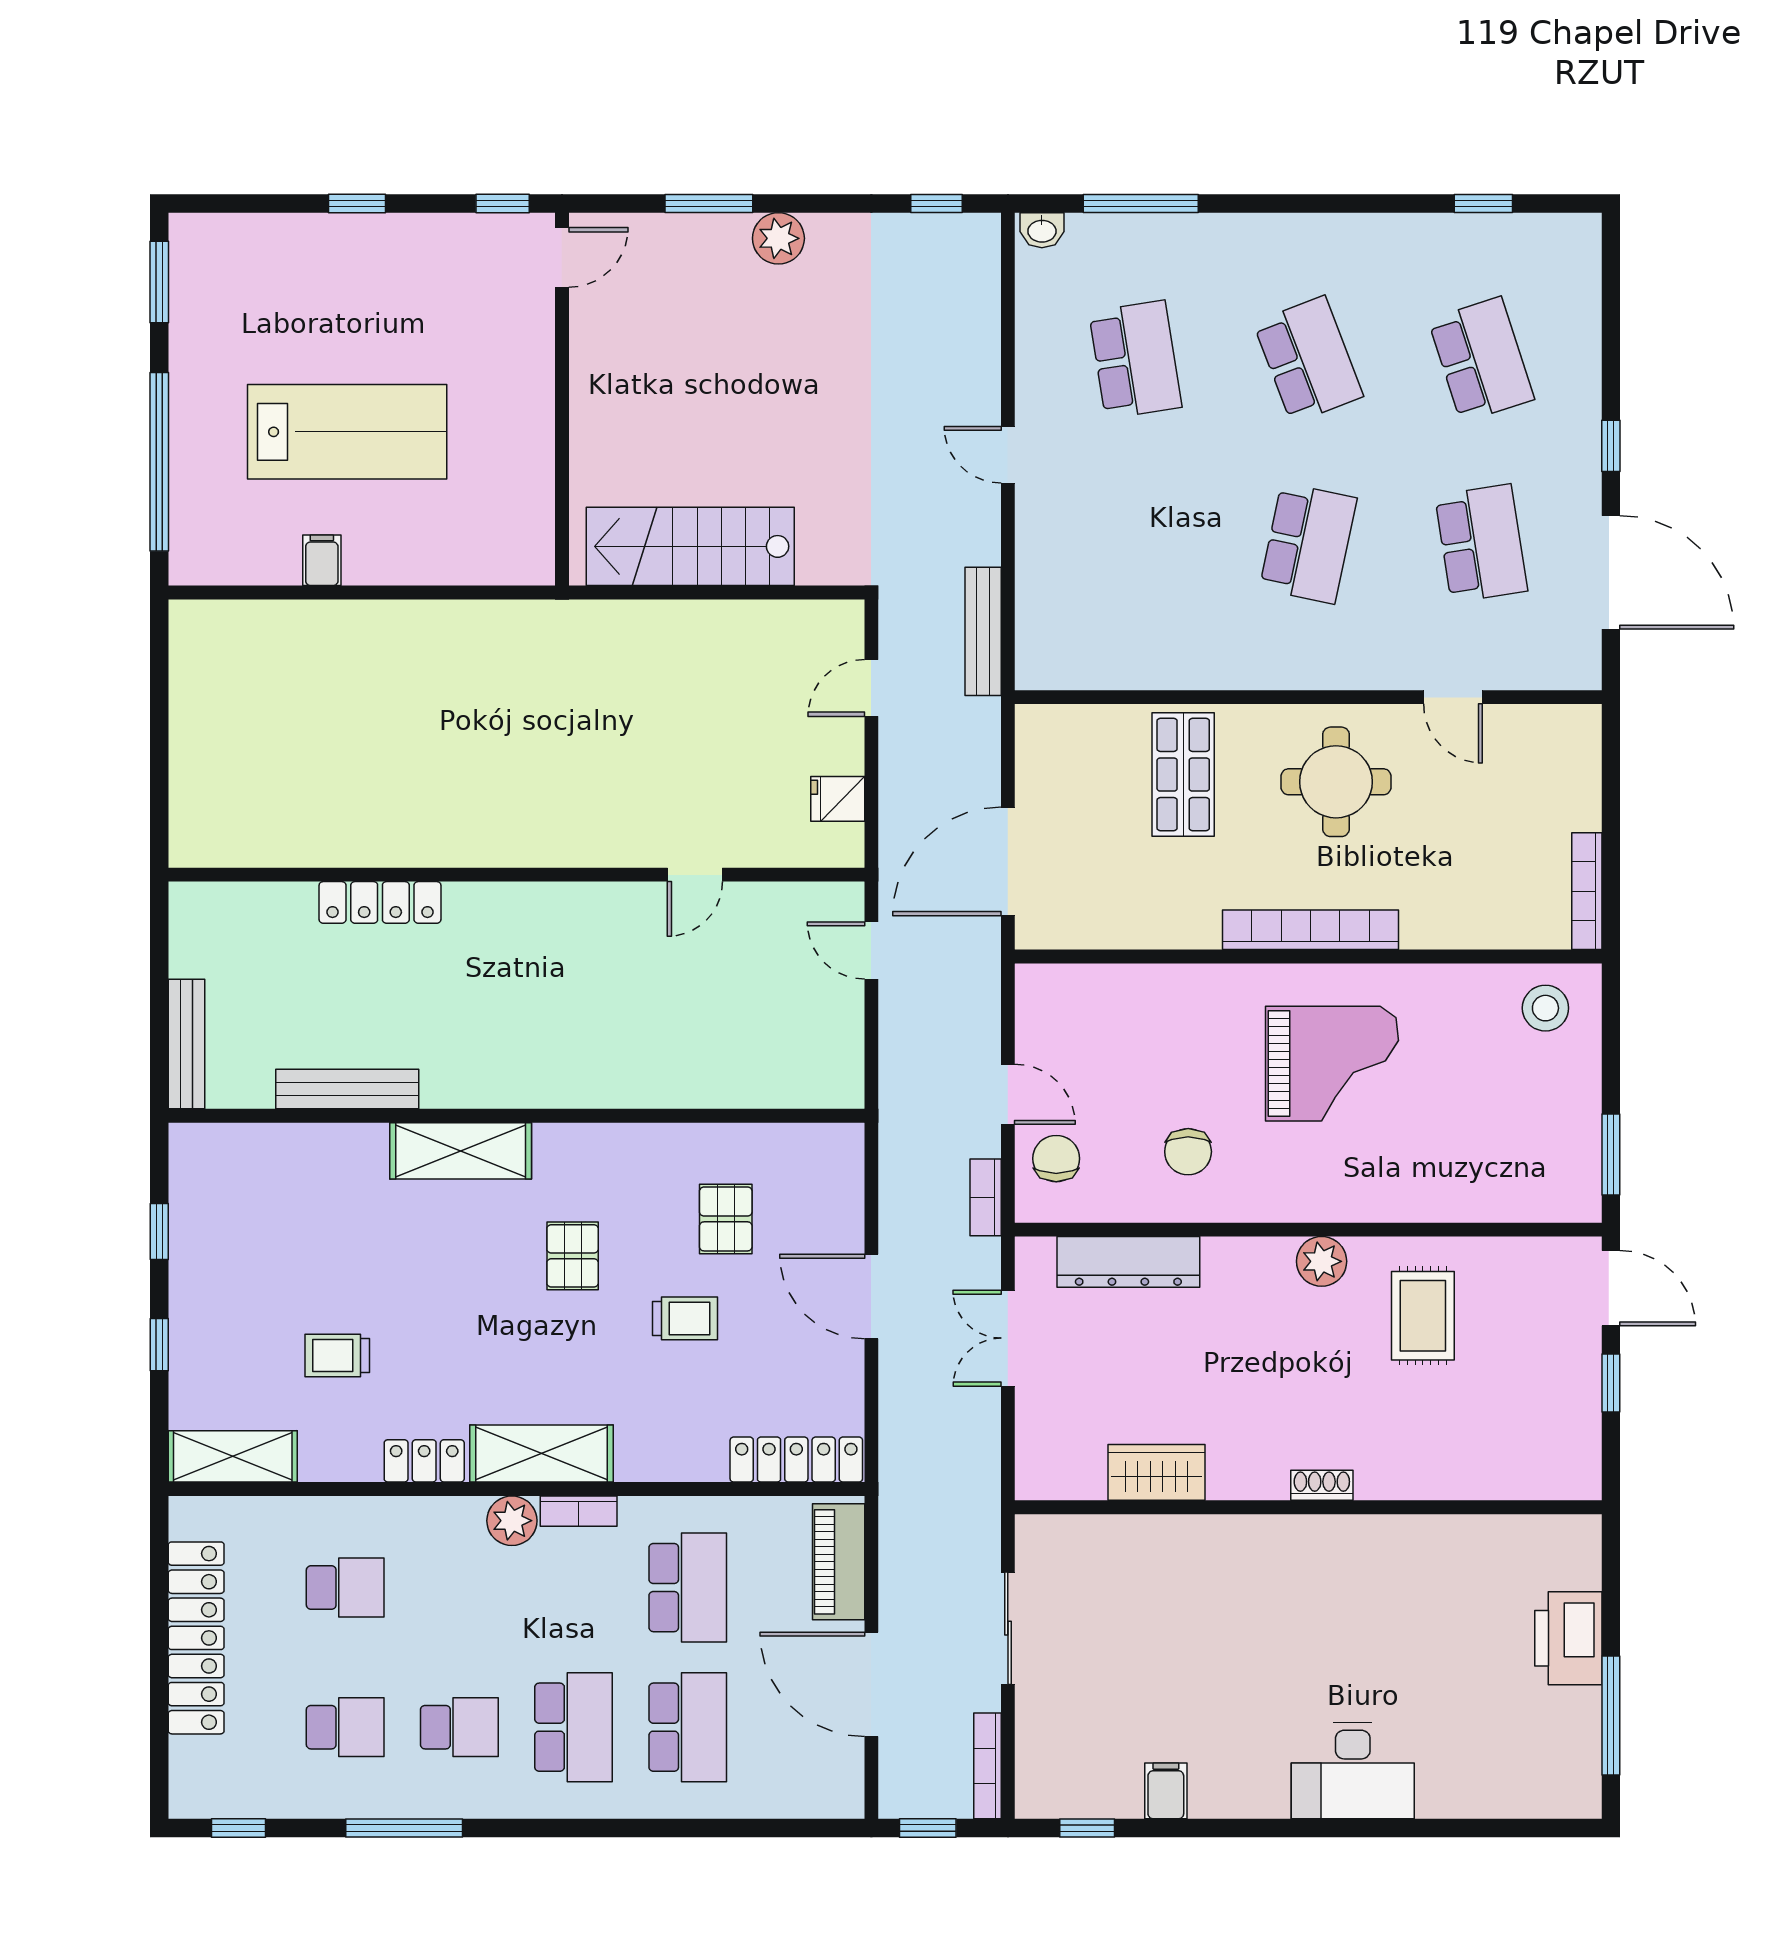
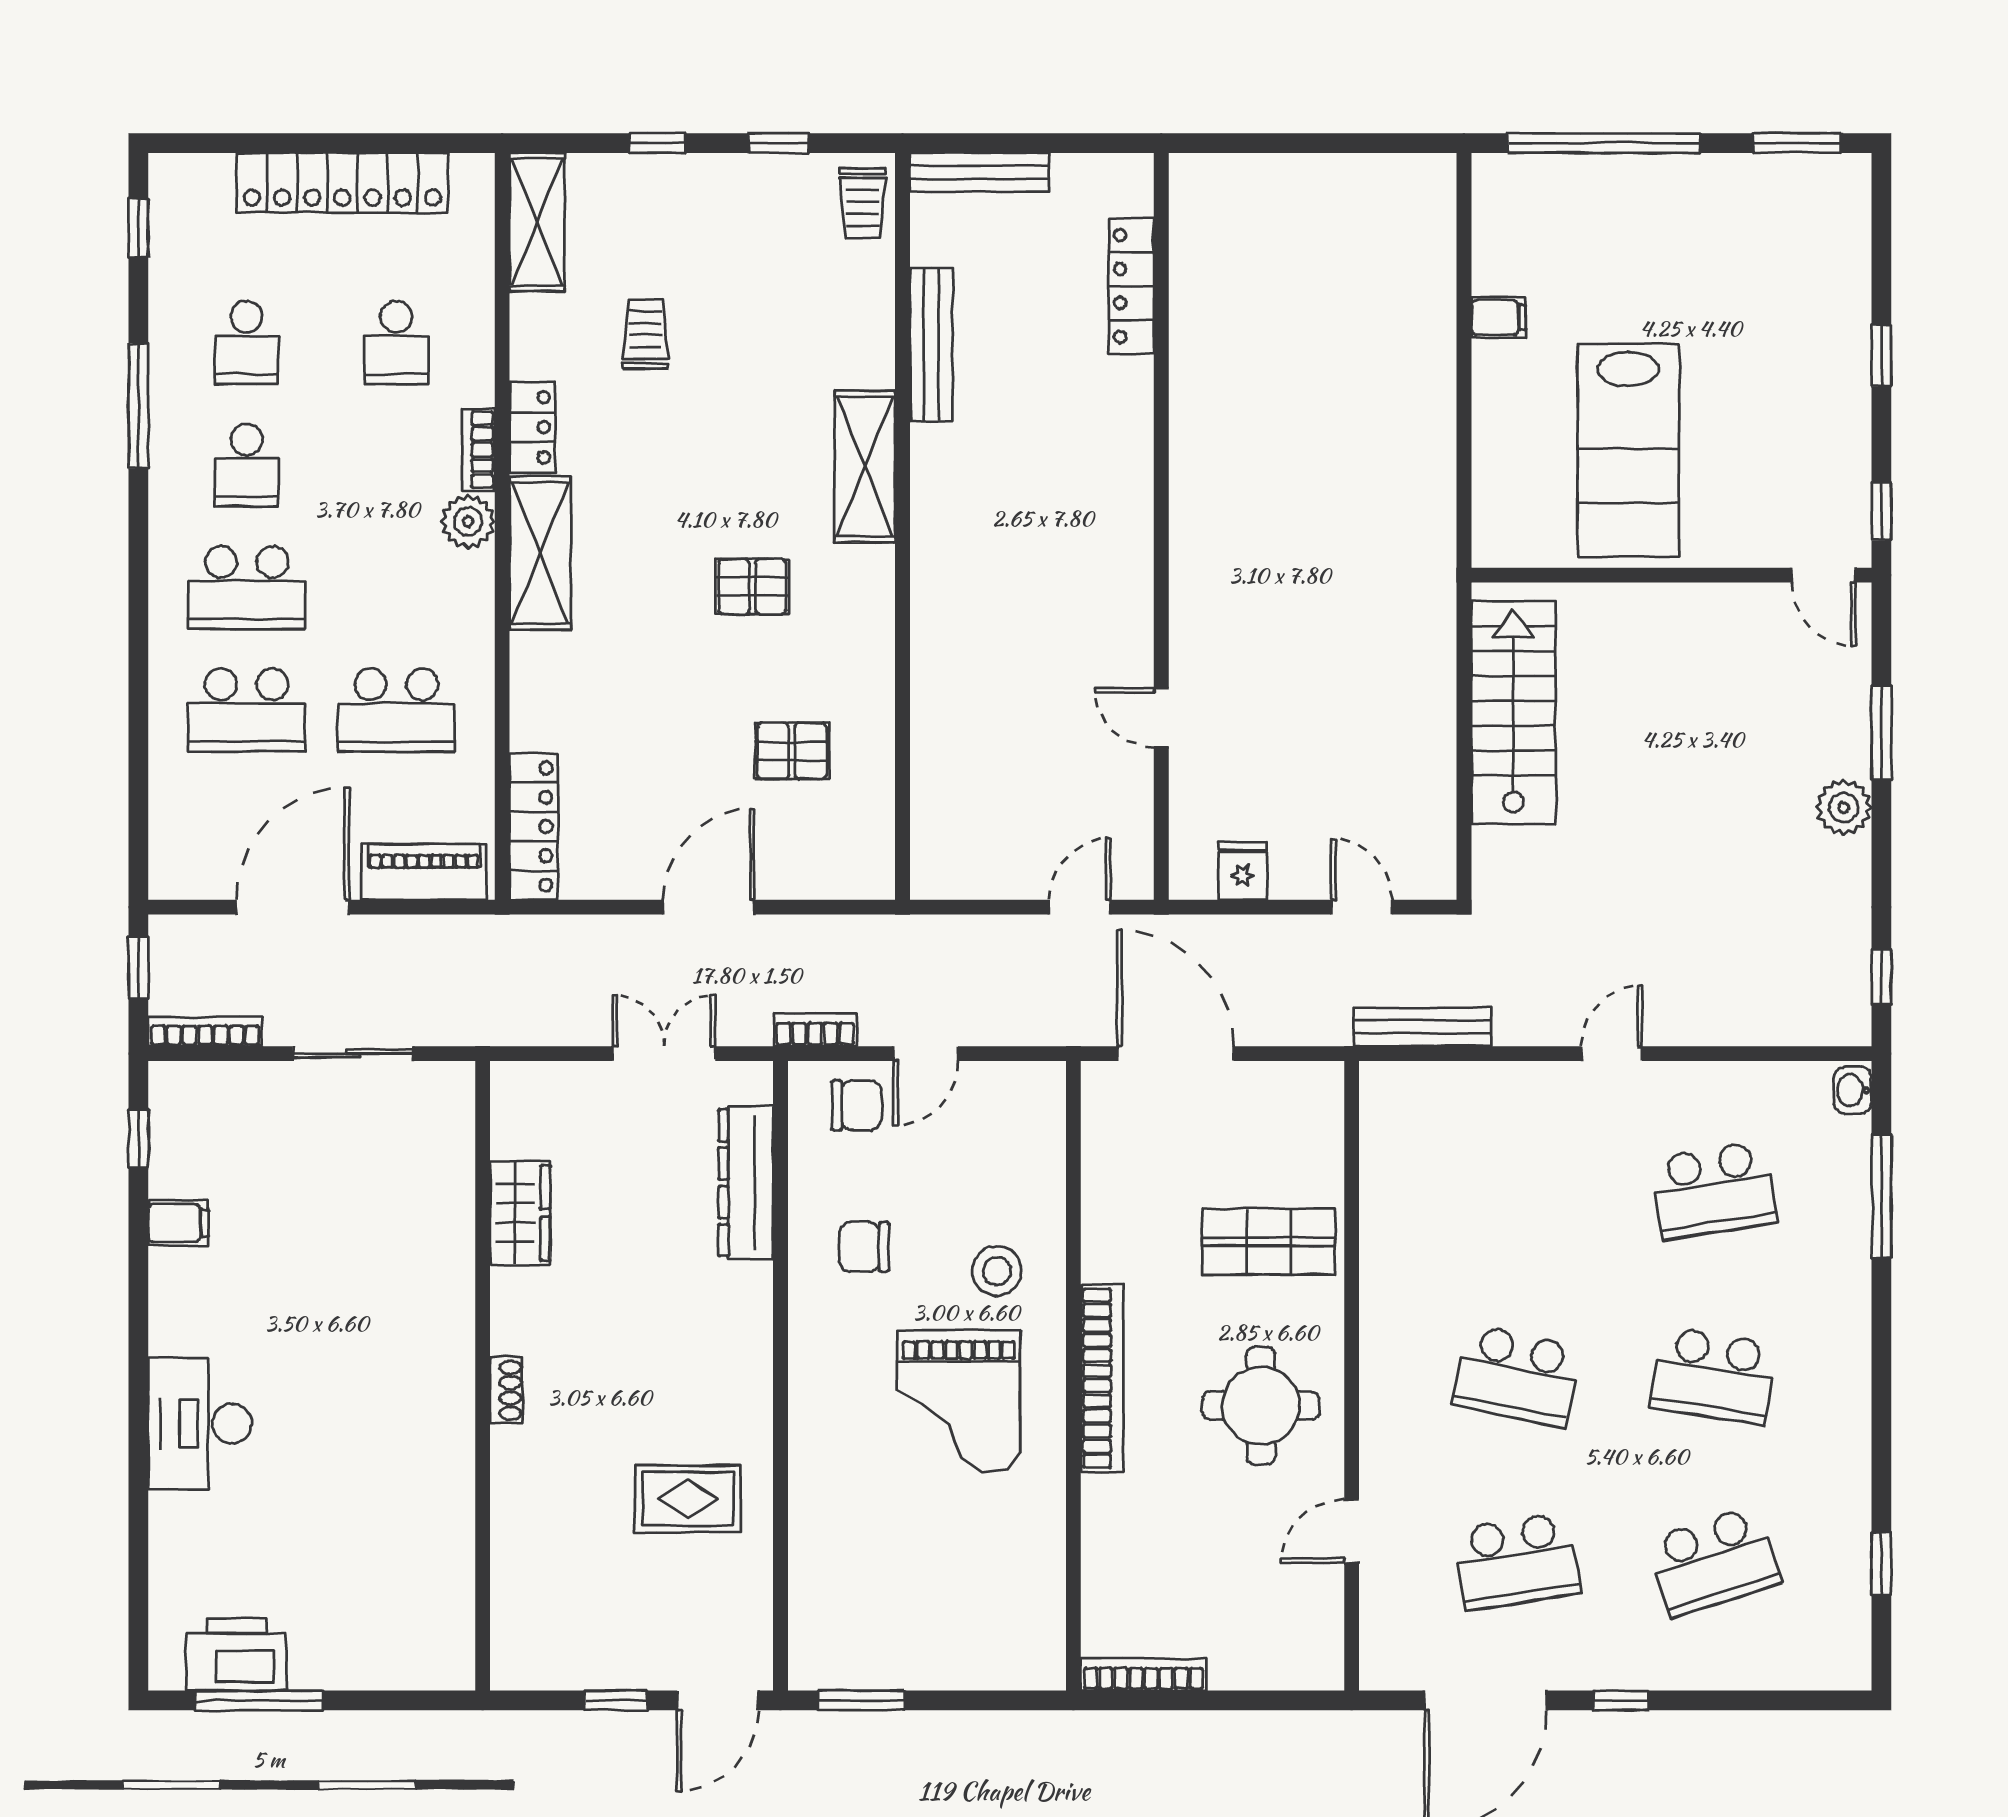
school desk: (1308, 360) -> (1714, 1376), turned 30
lab bench: (347, 432) -> (1628, 450), moved
locker: (380, 902) -> (1131, 286), moved
stool: (1545, 1008) -> (997, 1271), moved
plant: (1322, 1261) -> (746, 1390), removed
trolley: (685, 1318) -> (863, 203), moved
bookcase: (579, 1511) -> (478, 450), moved
printer: (1568, 1638) -> (236, 1655), moved

